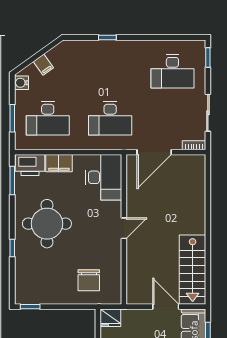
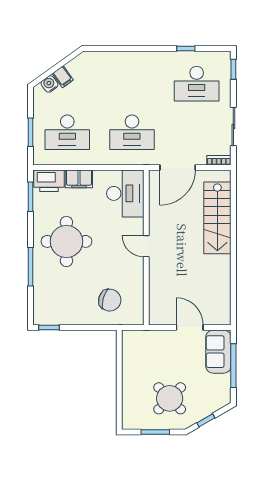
window: (107, 38) -> (186, 49), moved
water cooler: (21, 83) -> (50, 84), moved, turned 54
door: (124, 228) -> (146, 246), swing flipped
window: (12, 248) -> (31, 267), width x2.17
stairs: (193, 270) -> (217, 218), moved
chair: (89, 280) -> (110, 300), turned -74
fridge: (110, 318) -> (132, 339), removed

